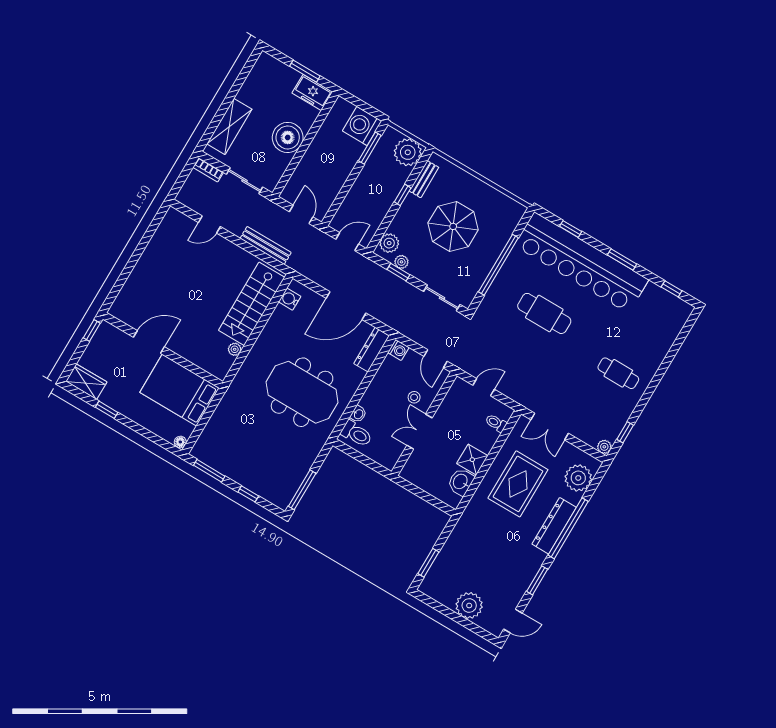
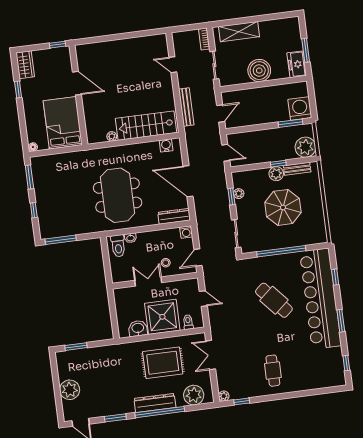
plant: (389, 243) -> (276, 174), moved
cafe table: (544, 313) -> (274, 300), turned -41
shower: (472, 460) -> (162, 317), width x1.86, depth x1.86

